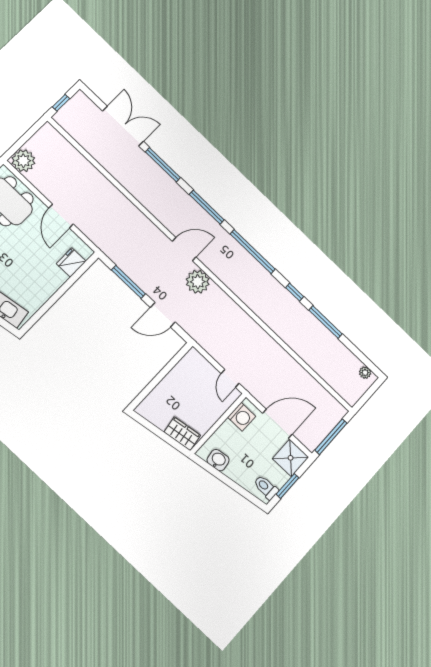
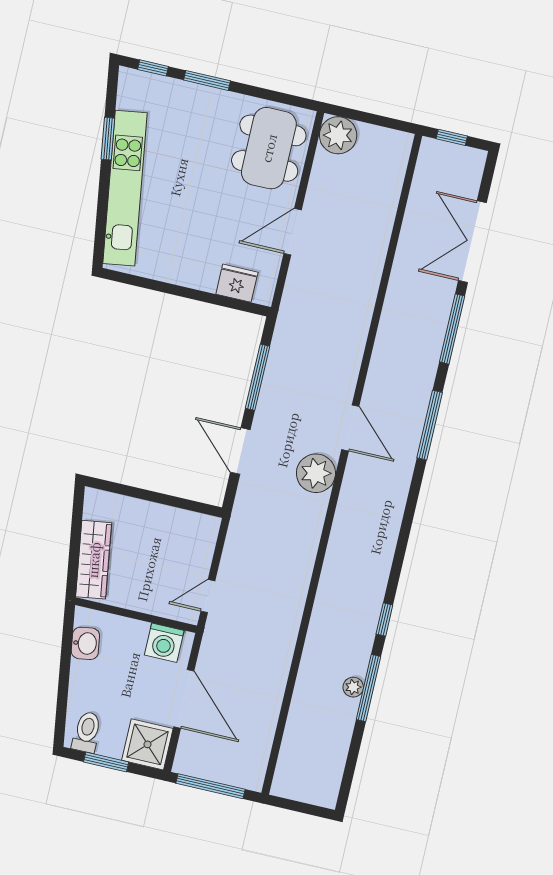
double door: (123, 126) -> (472, 242), swing flipped
window: (253, 252) -> (406, 527), removed
plant: (365, 373) -> (353, 687), moved
wardrobe: (182, 434) -> (94, 560), width x1.50

